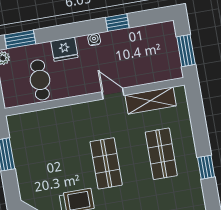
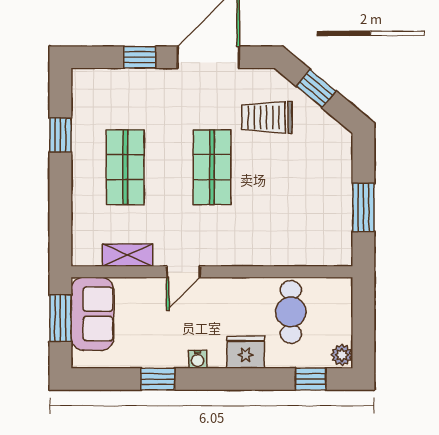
window: (20, 39) -> (311, 379), width x0.67
sofa: (166, 57) -> (92, 314), added
door: (113, 94) -> (183, 272), hinge flipped
shelving: (151, 100) -> (128, 255), width x0.67, depth x0.75

